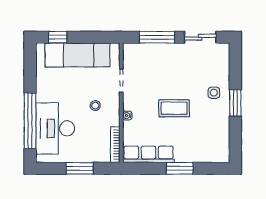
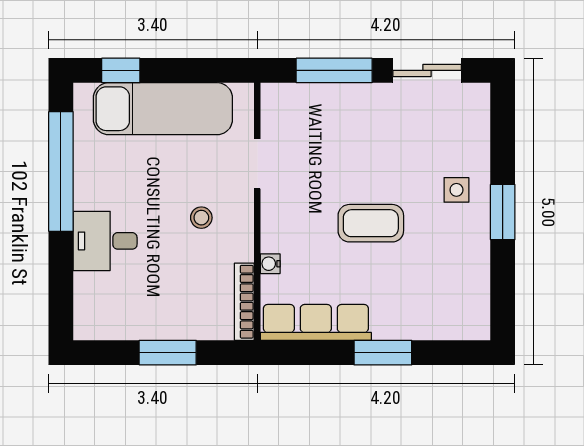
water cooler: (127, 116) -> (270, 264), moved
window: (30, 121) -> (61, 171), moved
desk: (55, 128) -> (105, 241), width x0.53, depth x0.77

